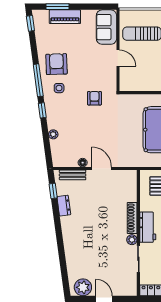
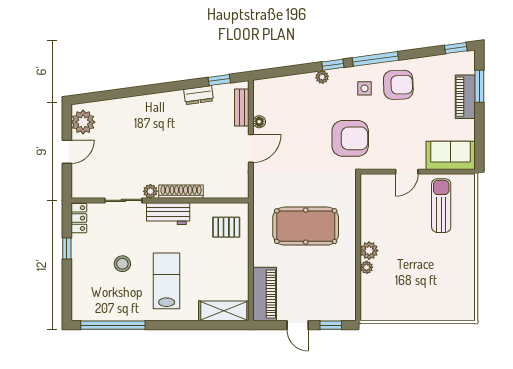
armchair: (94, 98) -> (350, 138), width x1.88, depth x1.88
plant: (53, 134) -> (322, 77), moved

